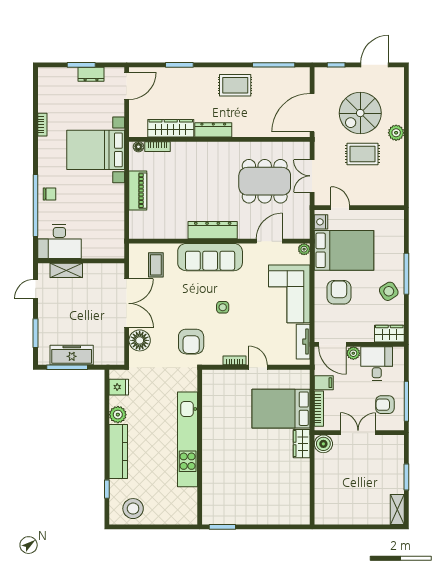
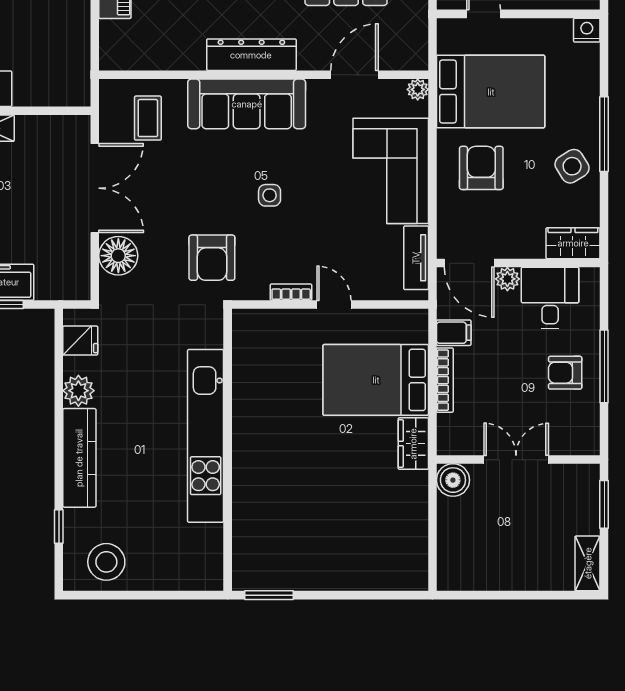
nightstand: (321, 222) -> (587, 30), moved, turned 90
double door: (358, 433) -> (516, 460), moved
wall: (359, 433) -> (518, 460), moved
boiler: (323, 444) -> (453, 480), moved

